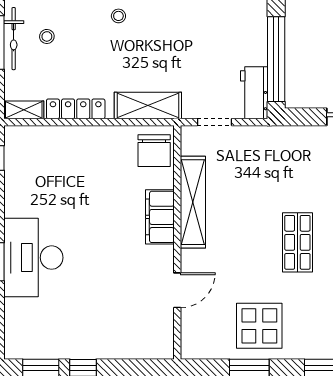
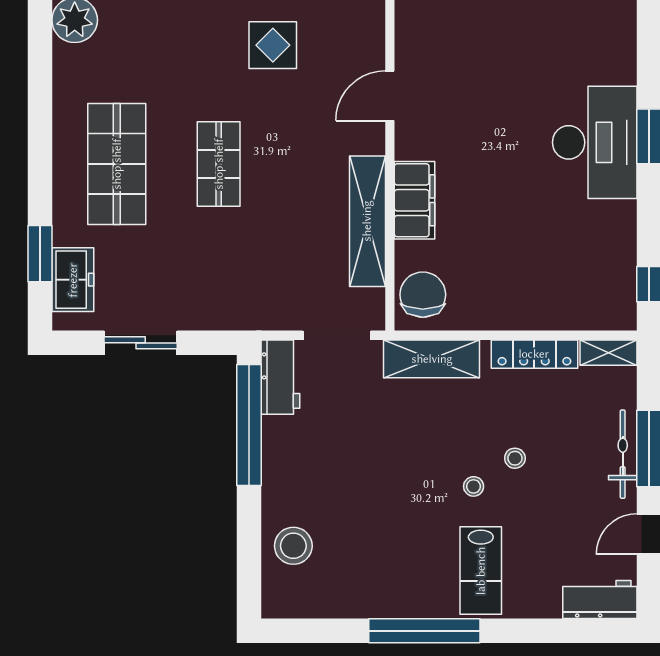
stool: (47, 36) -> (515, 458), moved
doorway: (215, 122) -> (337, 335), width x1.38
display table: (259, 326) -> (273, 45), width x0.73, depth x0.73

